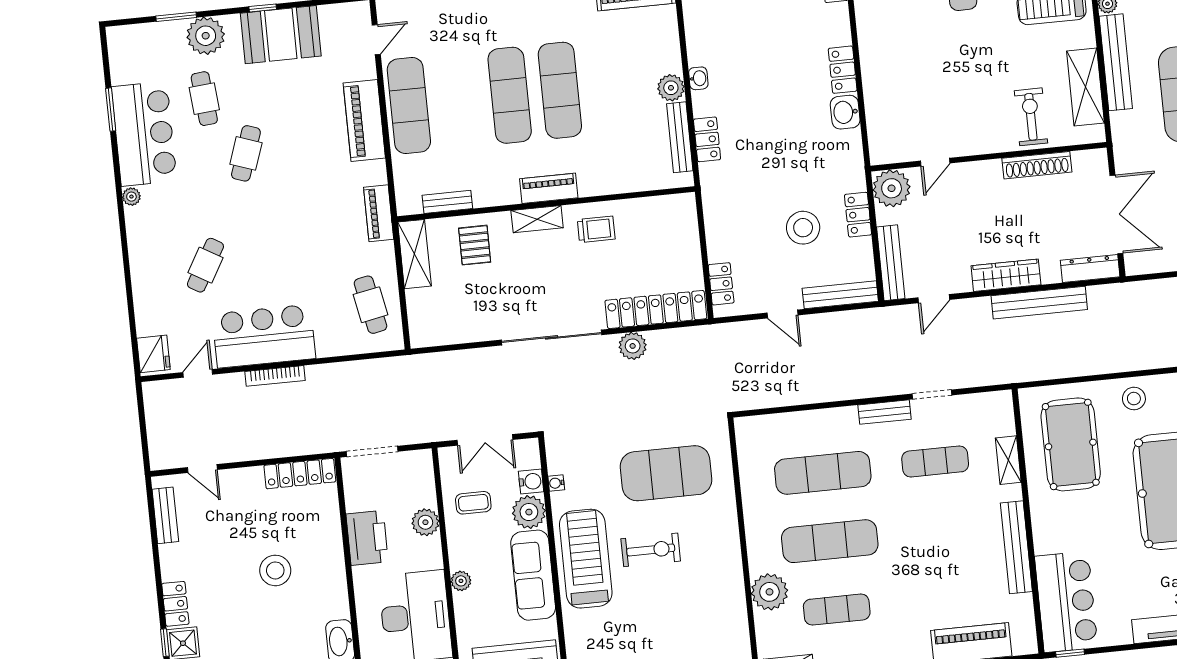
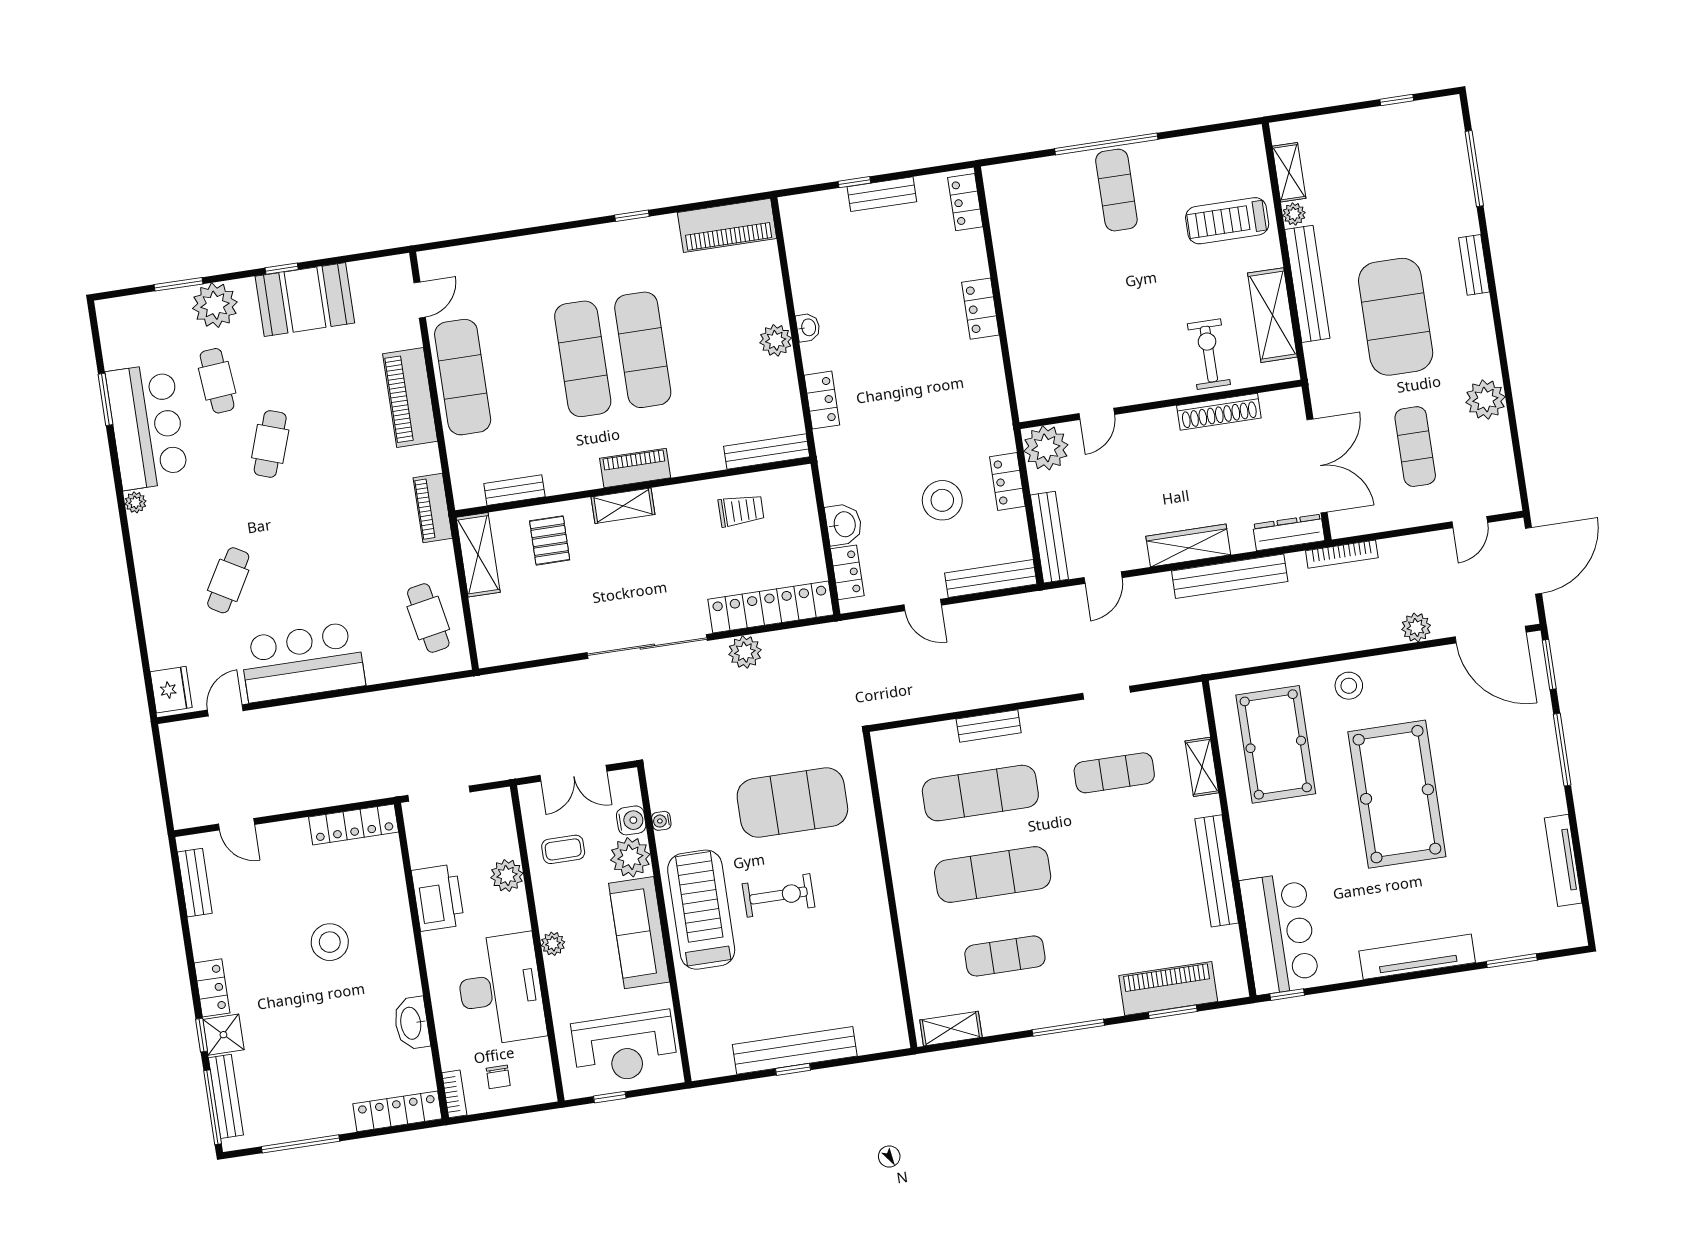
washbasin: (845, 112) -> (844, 524), moved, turned 180
bench: (680, 137) -> (767, 452), moved, turned 90
trolley: (596, 229) -> (741, 510), moved
bookcase: (275, 376) -> (1342, 554), moved
bench: (885, 412) -> (989, 726), moved
plant: (769, 592) -> (923, 939), removed

